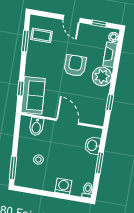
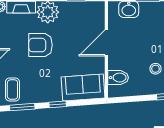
window: (21, 89) -> (58, 104), moved

